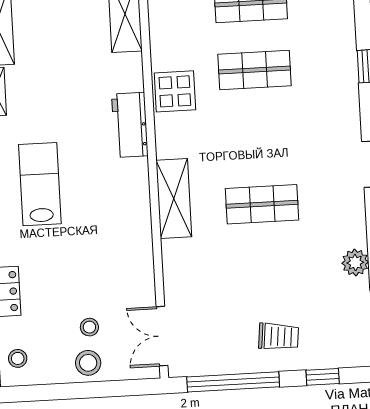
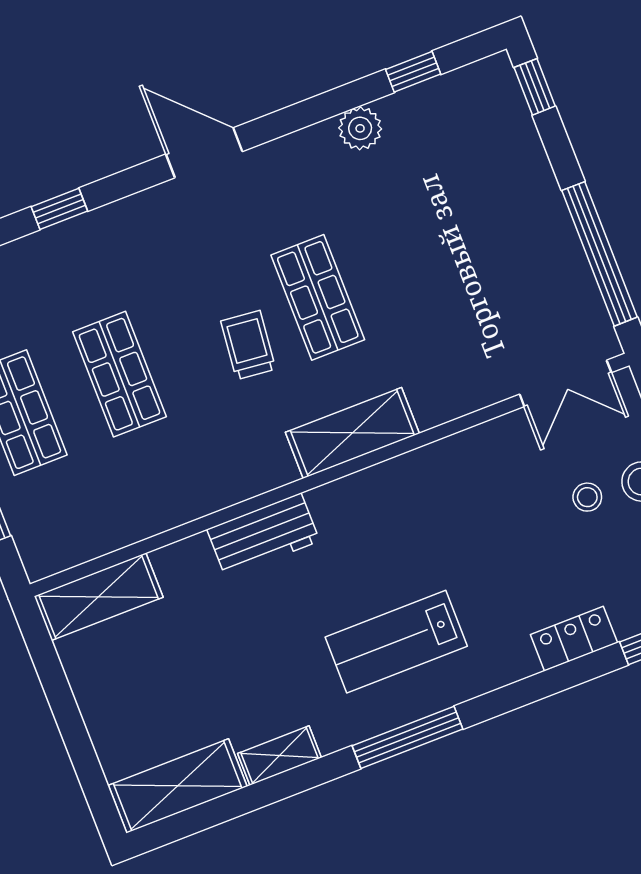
display table: (175, 91) -> (191, 484), removed
trolley: (279, 336) -> (248, 345), moved
window: (323, 377) -> (535, 87), moved

